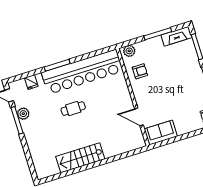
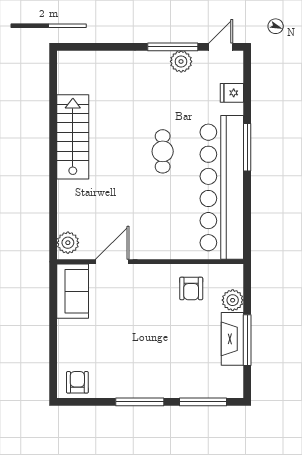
fireplace: (176, 36) -> (232, 339), moved
plant: (129, 51) -> (233, 300), moved
plant: (136, 143) -> (68, 243), added

